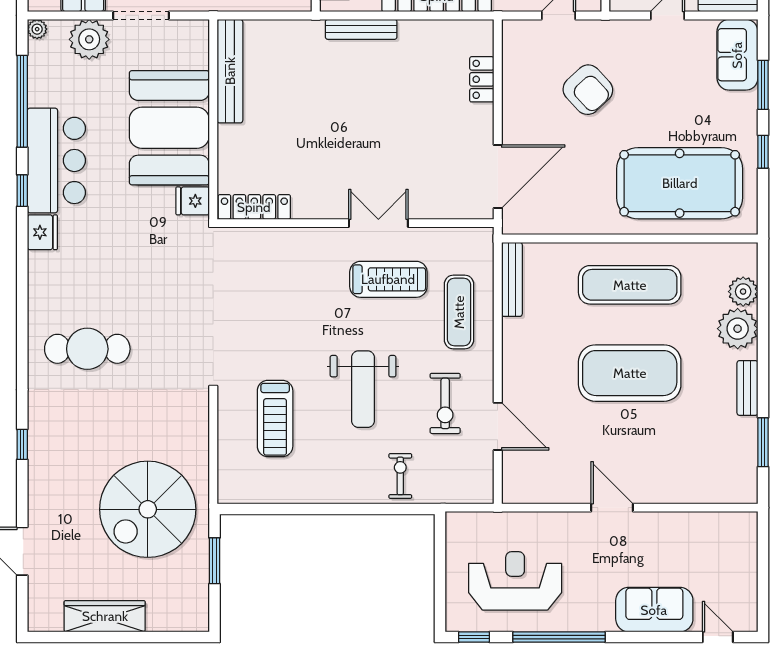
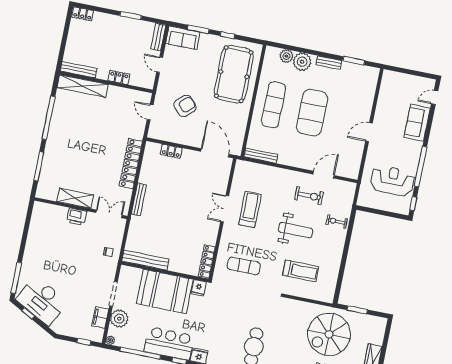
exercise mat: (459, 312) -> (244, 266), moved
spiral stairs: (148, 509) -> (329, 334), turned 90
reception desk: (515, 581) -> (392, 181), turned 90

